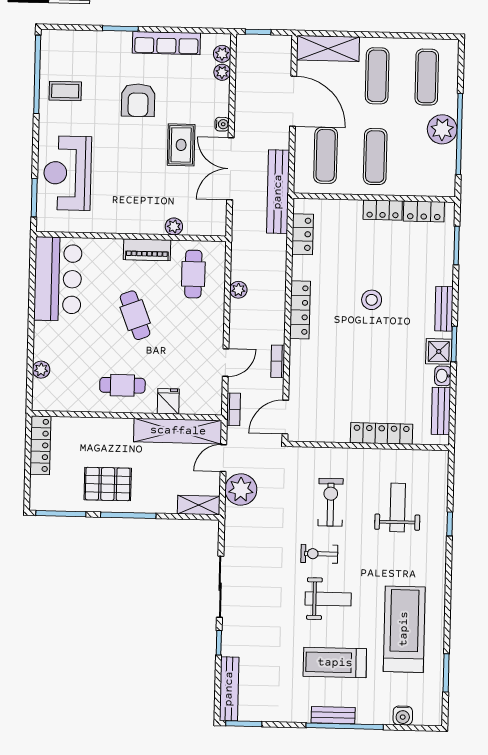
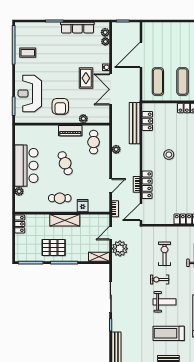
shelving: (328, 49) -> (158, 28), removed
exercise mat: (377, 76) -> (182, 41), removed
armchair: (138, 100) -> (60, 106), moved
door: (293, 101) -> (141, 55), swing flipped
bench: (278, 192) -> (135, 123), moved
bar counter: (58, 279) -> (26, 166), moved
stool: (372, 300) -> (169, 155), moved
locker: (300, 310) -> (147, 185), moved
shelving: (178, 431) -> (65, 220), moved, width x0.68
locker: (40, 445) -> (20, 224), width x0.66

